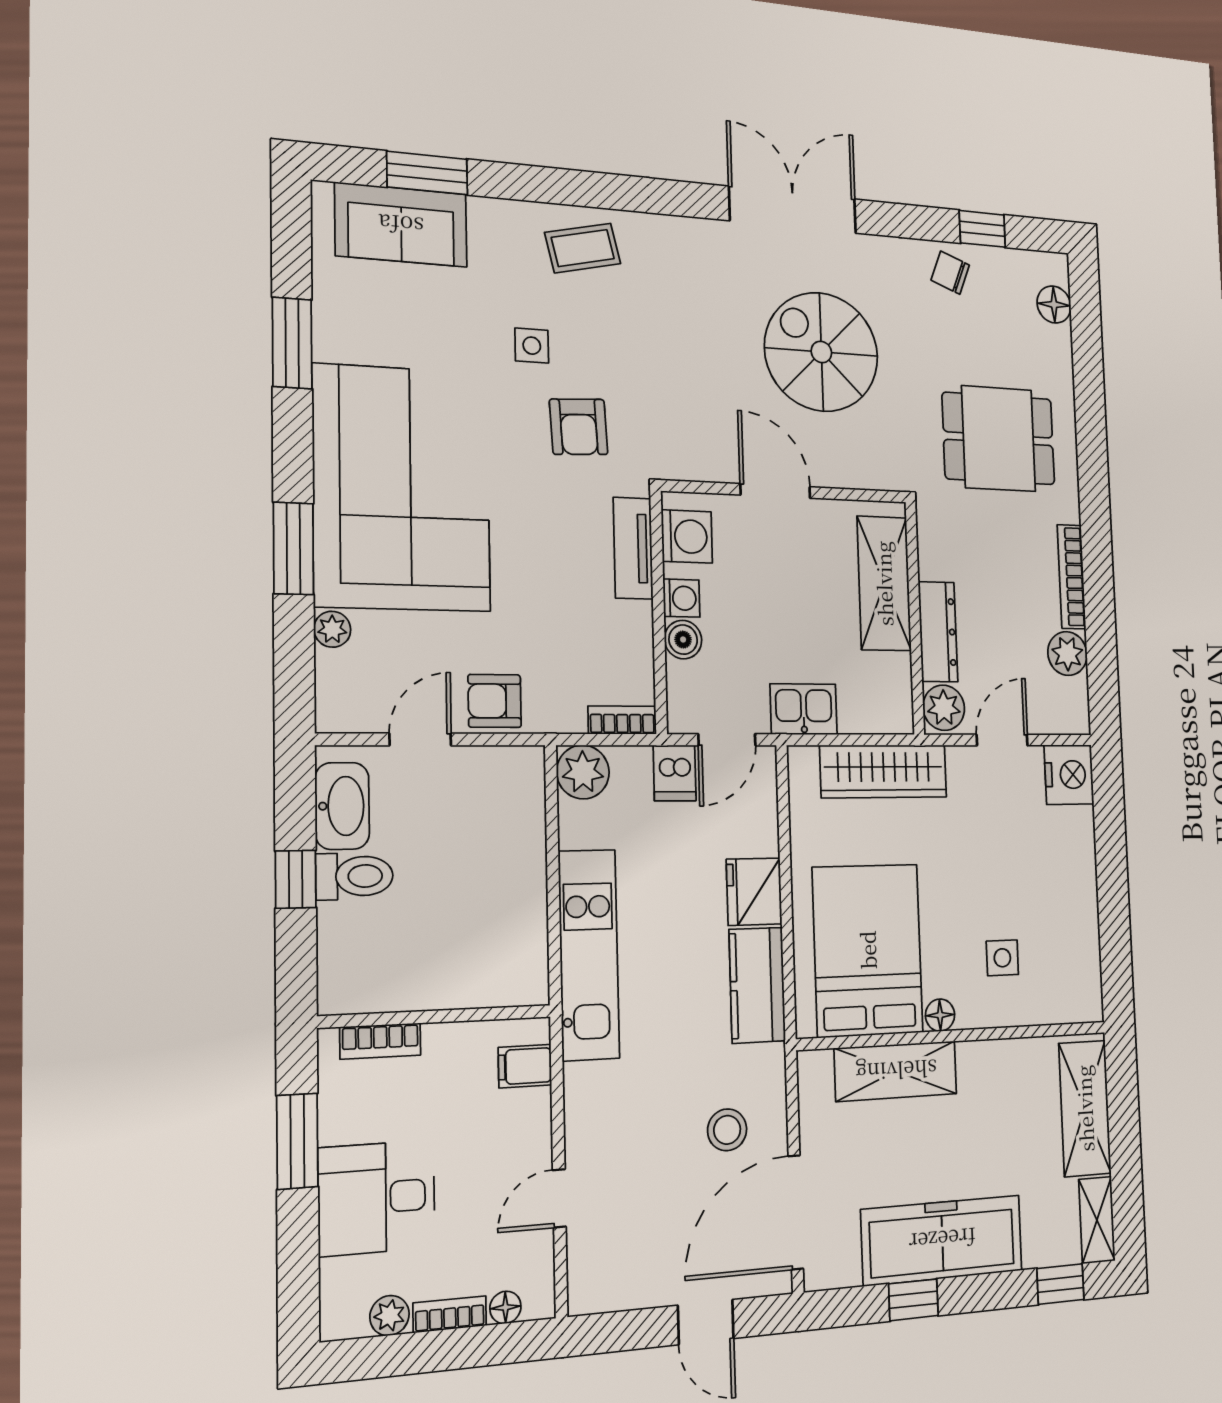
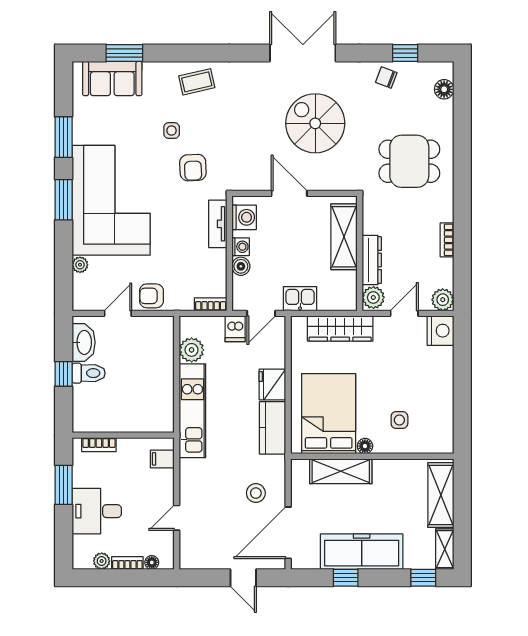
window: (293, 548) -> (64, 200), moved
bookcase: (1072, 577) -> (447, 240), width x0.64
plant: (1067, 654) -> (443, 300), moved
plant: (583, 772) -> (192, 350), moved

